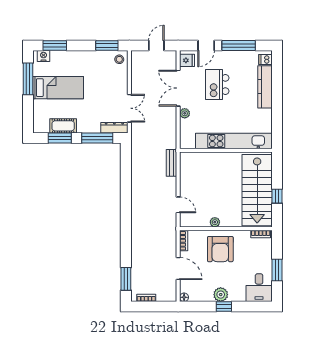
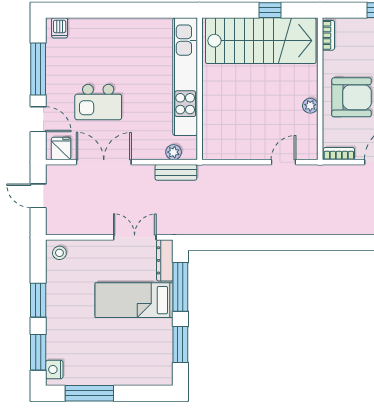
window: (107, 45) -> (38, 300), moved
kitchen counter: (265, 87) -> (102, 29), removed
bed: (58, 88) -> (134, 300), moved, turned -90
double door: (178, 88) -> (104, 162), swing flipped
plant: (185, 113) -> (174, 152), moved
cot: (63, 126) -> (162, 339), removed
bench: (172, 163) -> (176, 172), moved

